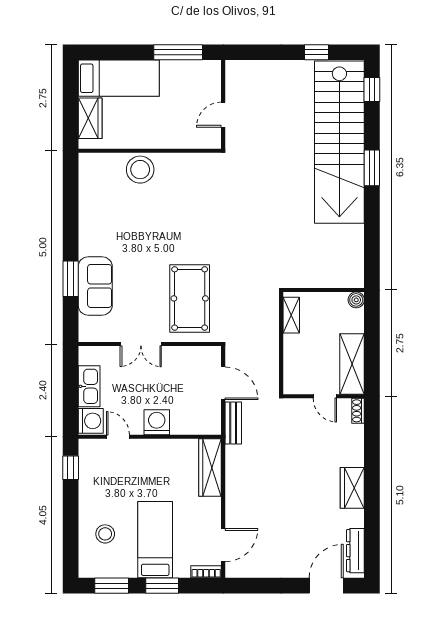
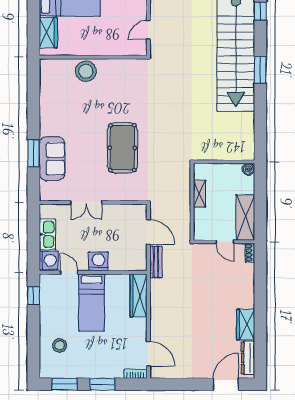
pool table: (190, 298) -> (122, 148), moved
shelving: (291, 315) -> (200, 194), moved
wardrobe: (352, 488) -> (246, 325), moved
bed: (155, 540) -> (92, 303), moved, turned 180
door: (223, 545) -> (148, 354), hinge flipped

